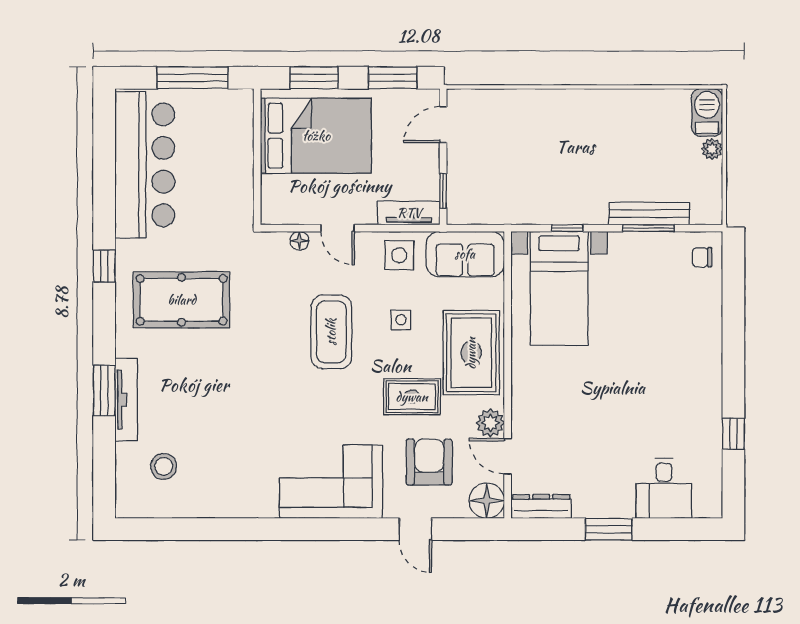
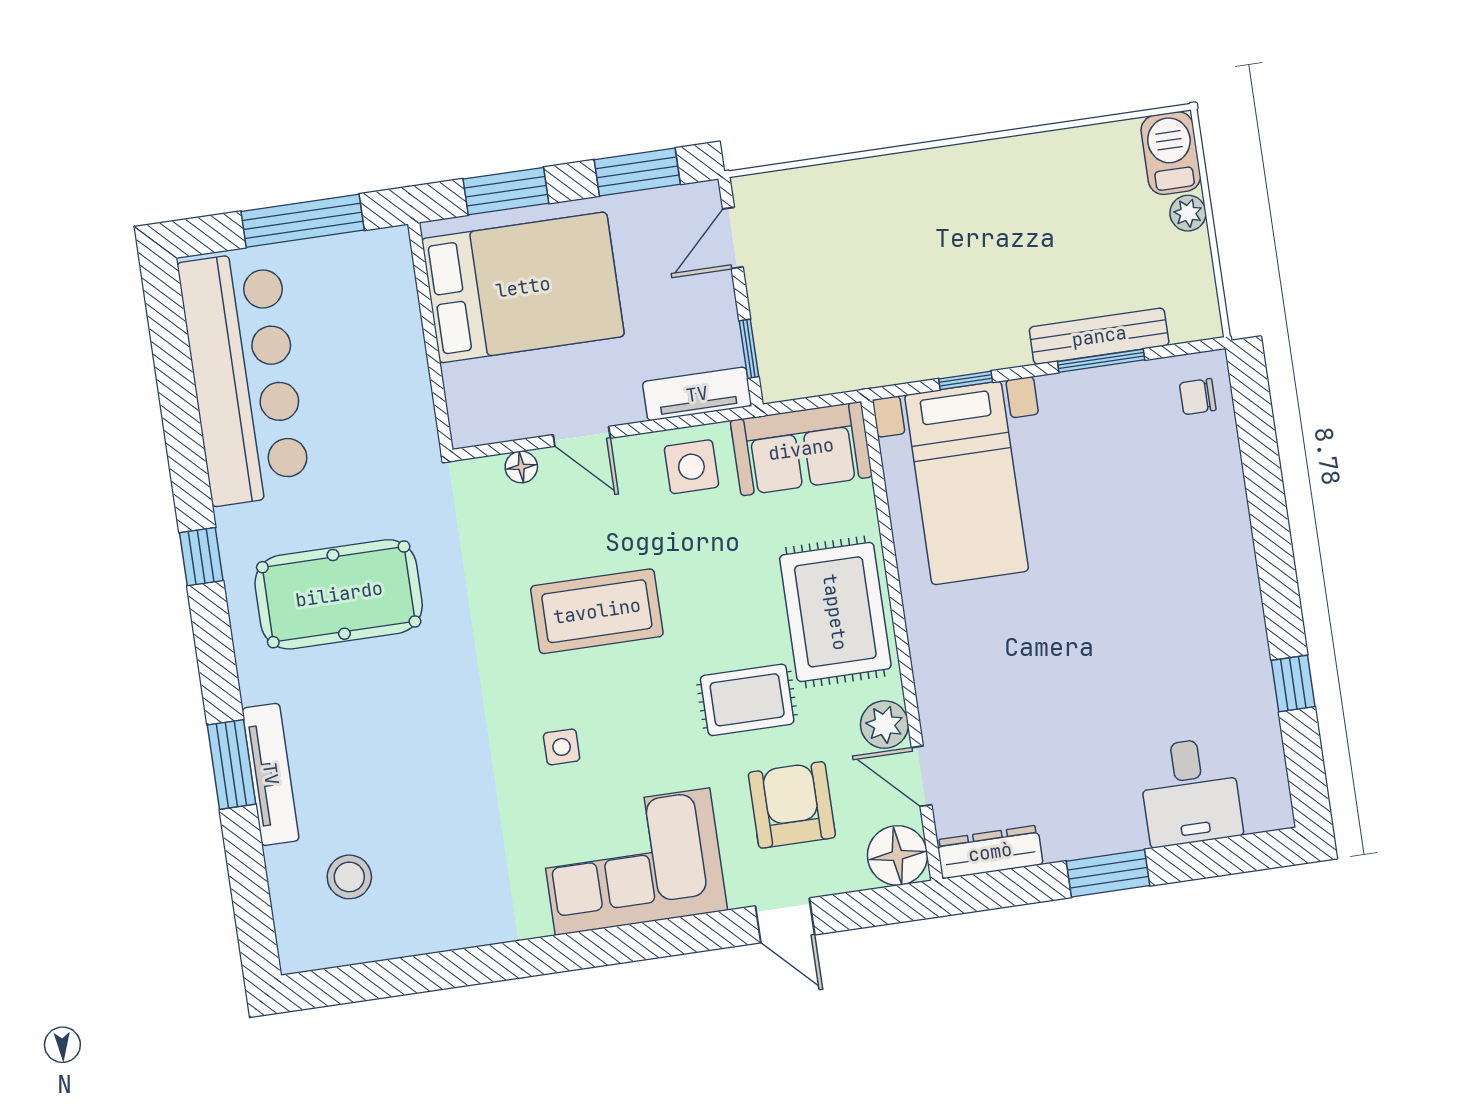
side table: (401, 320) -> (562, 747), moved
coffee table: (331, 332) -> (597, 611), turned 90

